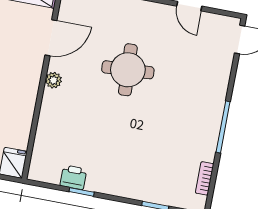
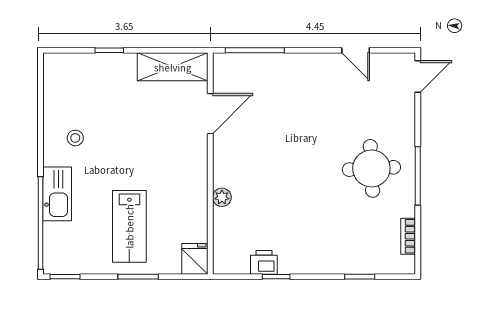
round table: (128, 70) -> (371, 168), moved
plant: (53, 80) -> (222, 197), moved

